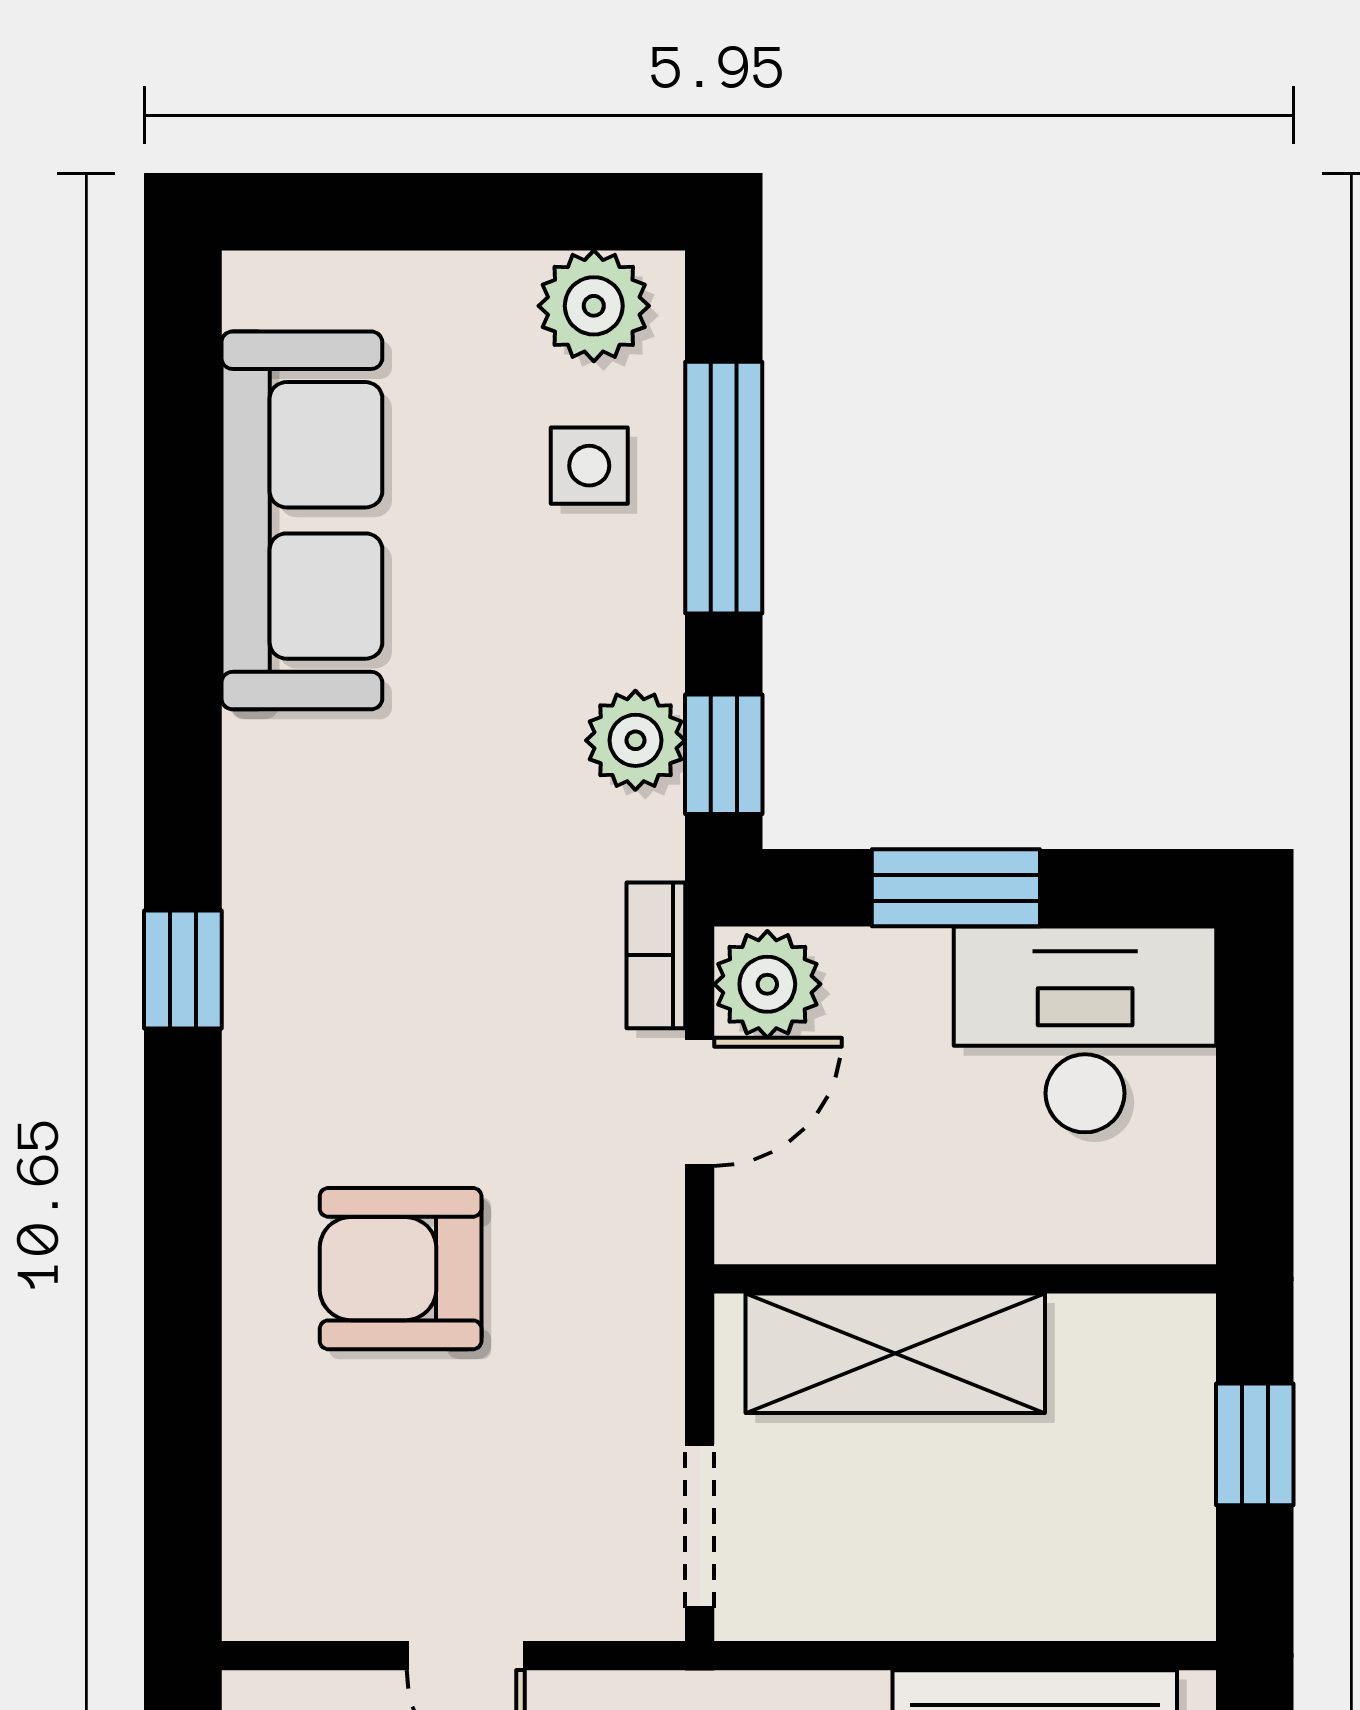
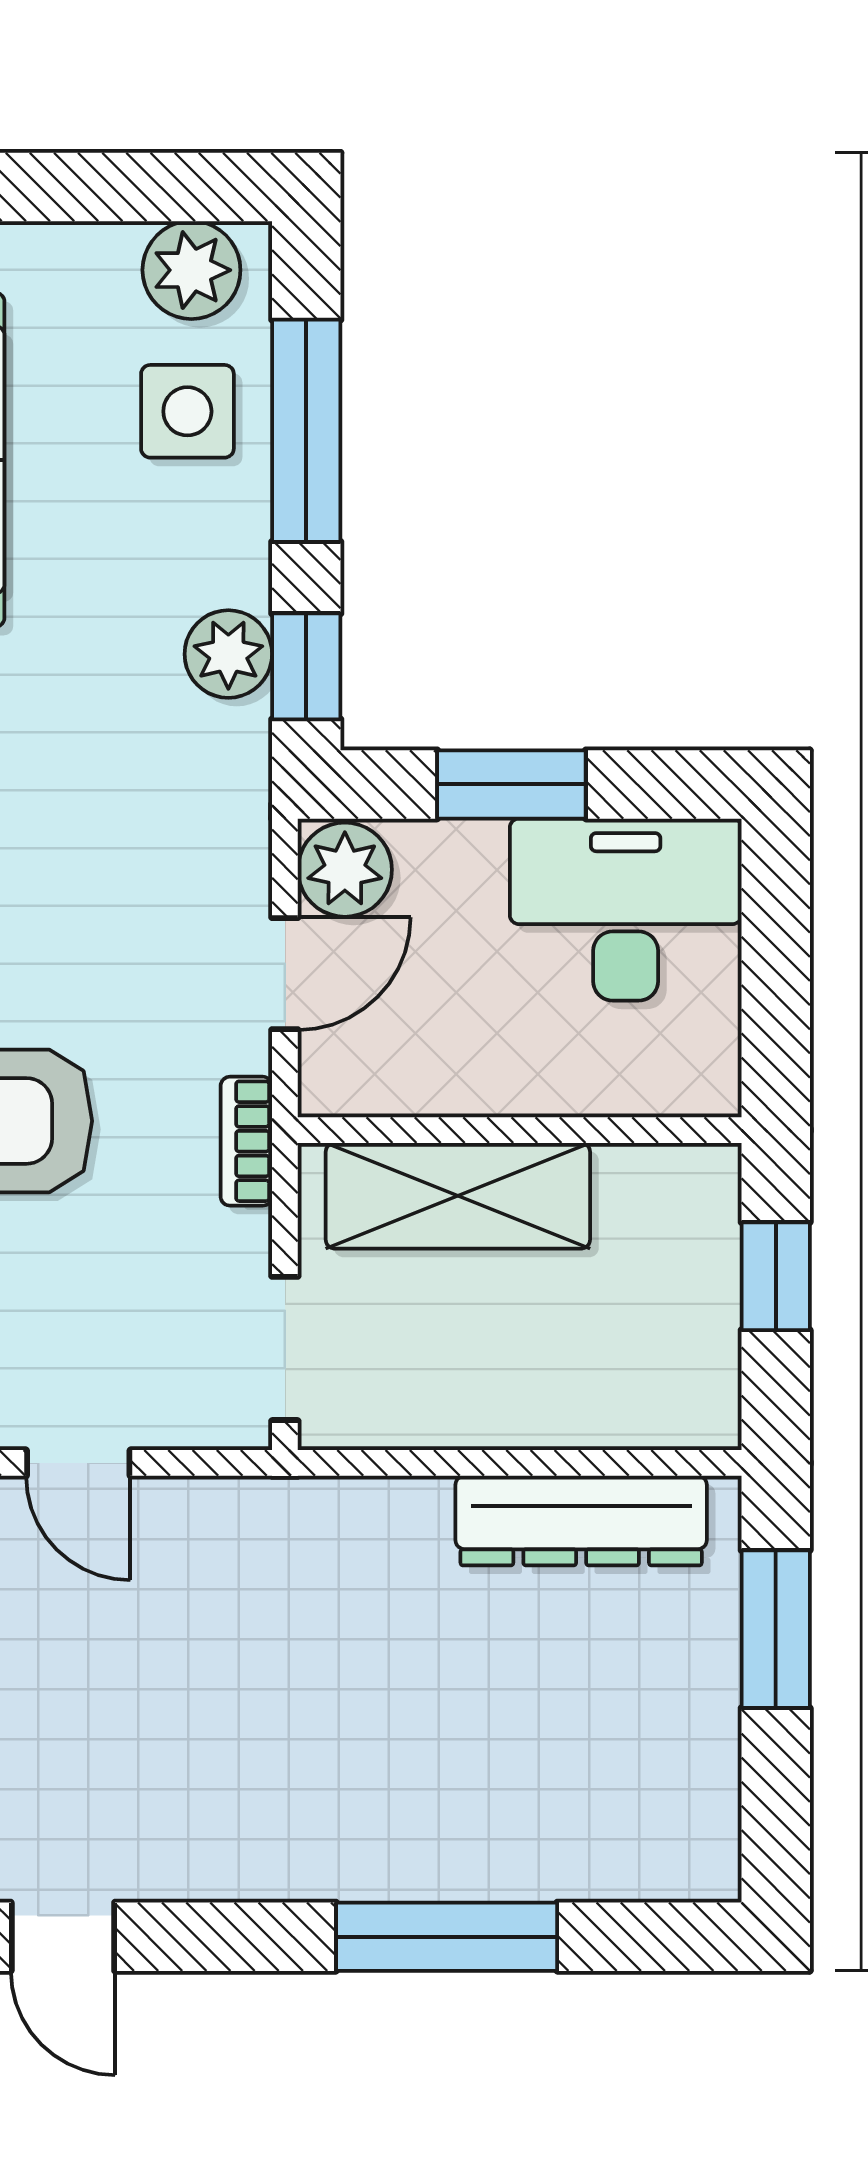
side table: (589, 466) -> (187, 411), width x1.37, depth x1.37
bookcase: (656, 955) -> (246, 1141), moved

